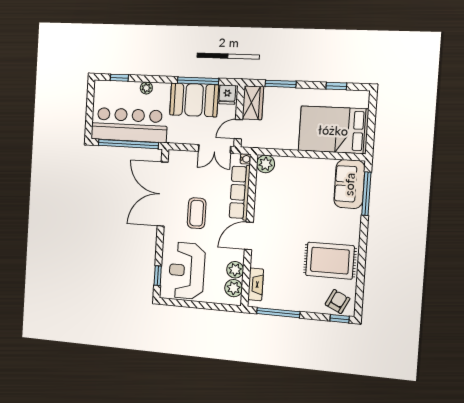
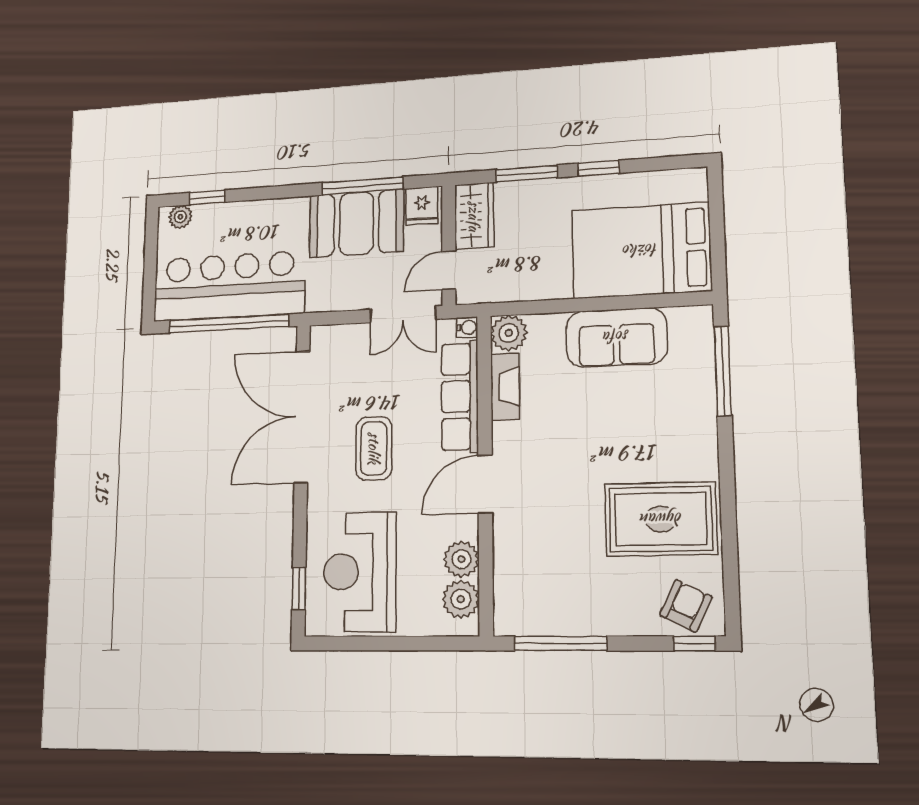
window: (336, 86) -> (598, 168), moved
plant: (146, 88) -> (180, 217), moved
sofa: (349, 184) -> (616, 337), moved, turned -90
fireplace: (256, 284) -> (505, 387), moved

